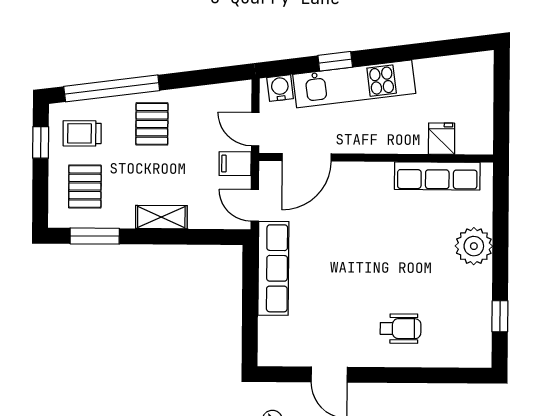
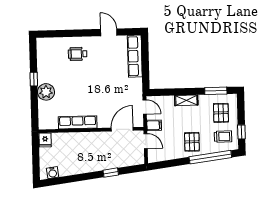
kitchen unit: (354, 84) -> (102, 163), removed
water cooler: (280, 88) -> (53, 173), moved
fridge: (442, 139) -> (45, 140), moved
row of seats: (437, 176) -> (78, 122), moved
row of seats: (273, 268) -> (135, 56), moved
window: (500, 316) -> (34, 79), moved

